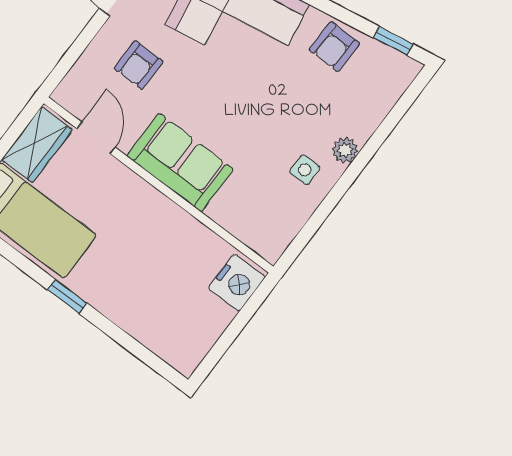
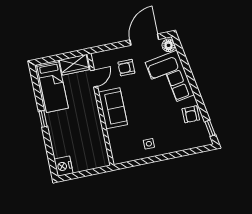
armchair: (334, 47) -> (191, 114), turned -91
plant: (345, 150) -> (166, 149), removed
nightstand: (237, 283) -> (63, 166), moved, turned 90

